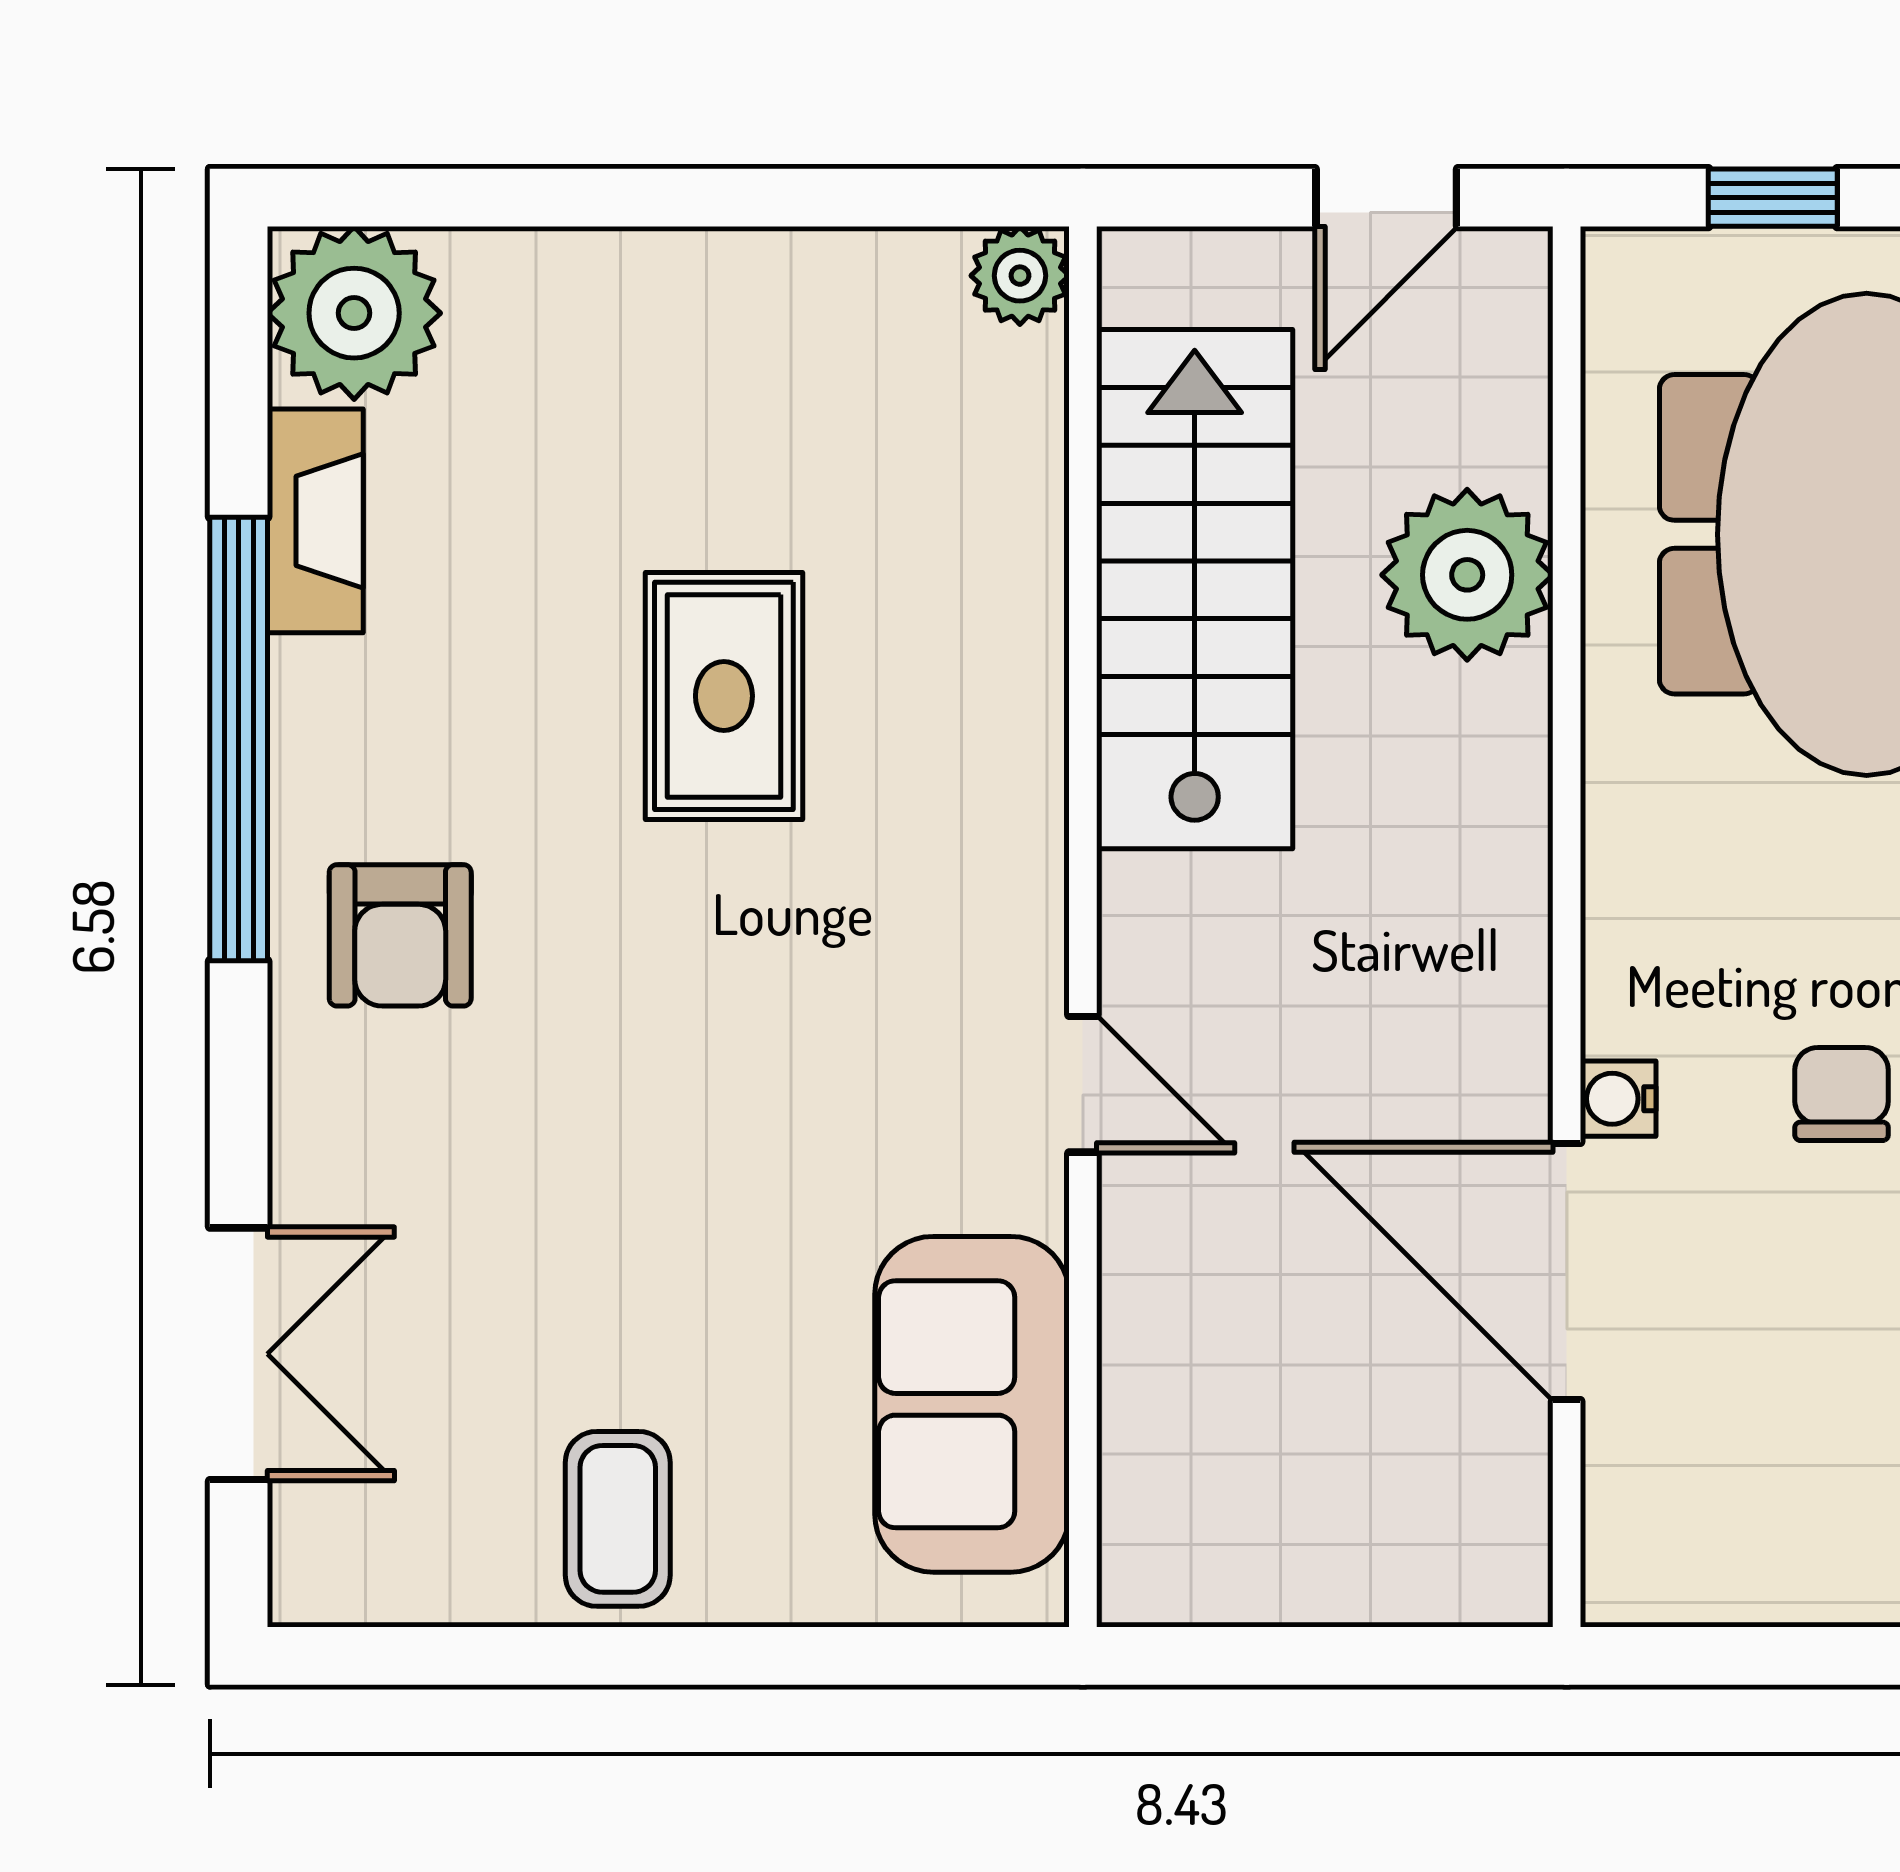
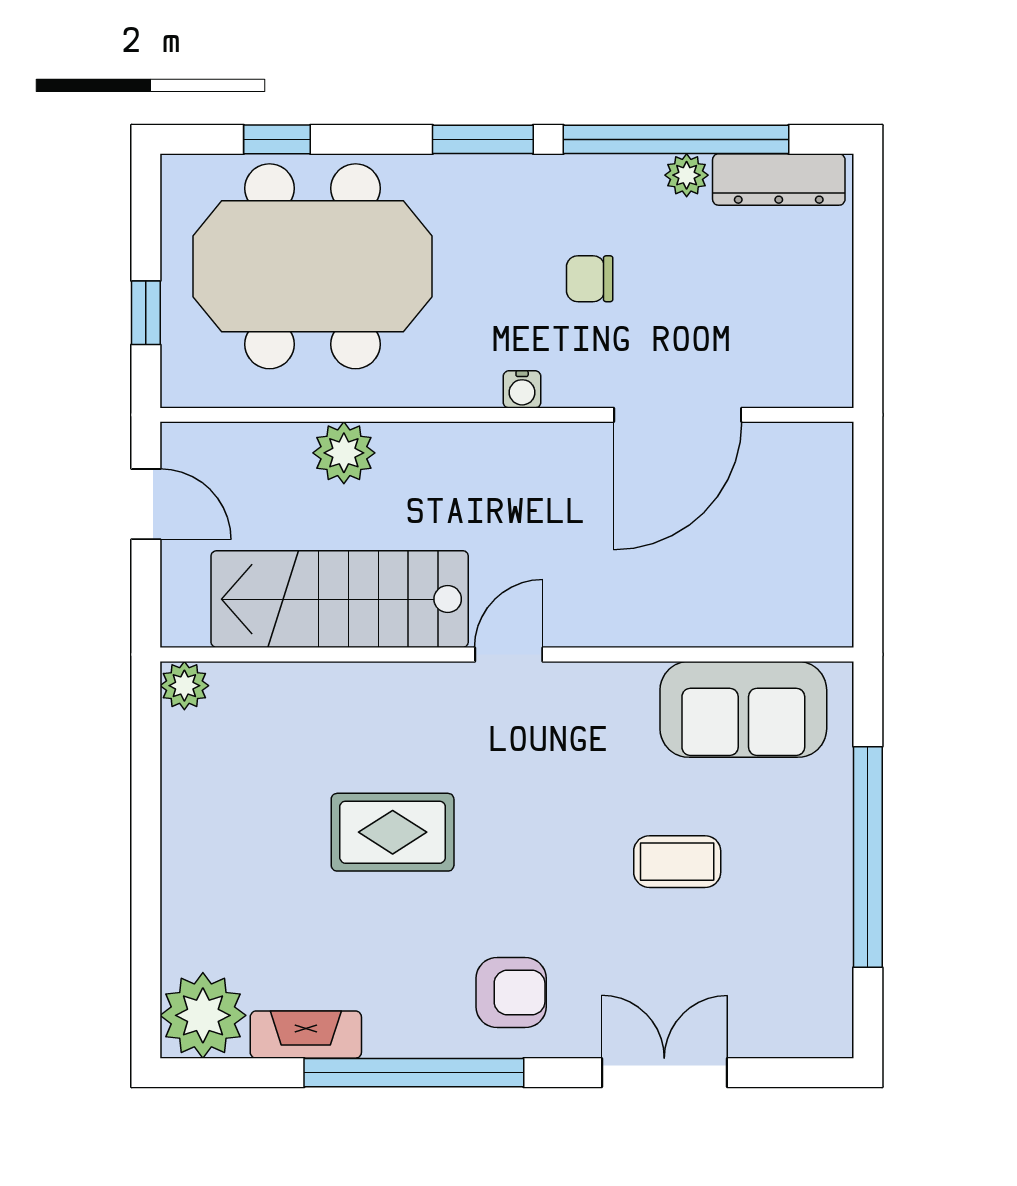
plant: (1467, 575) -> (344, 453), width x0.73, depth x0.73
door: (1083, 1084) -> (509, 654), moved
water cooler: (1618, 1099) -> (522, 389), moved
double door: (239, 1354) -> (664, 1073), moved
coffee table: (618, 1519) -> (677, 862), moved
window: (674, 1656) -> (868, 857), added

